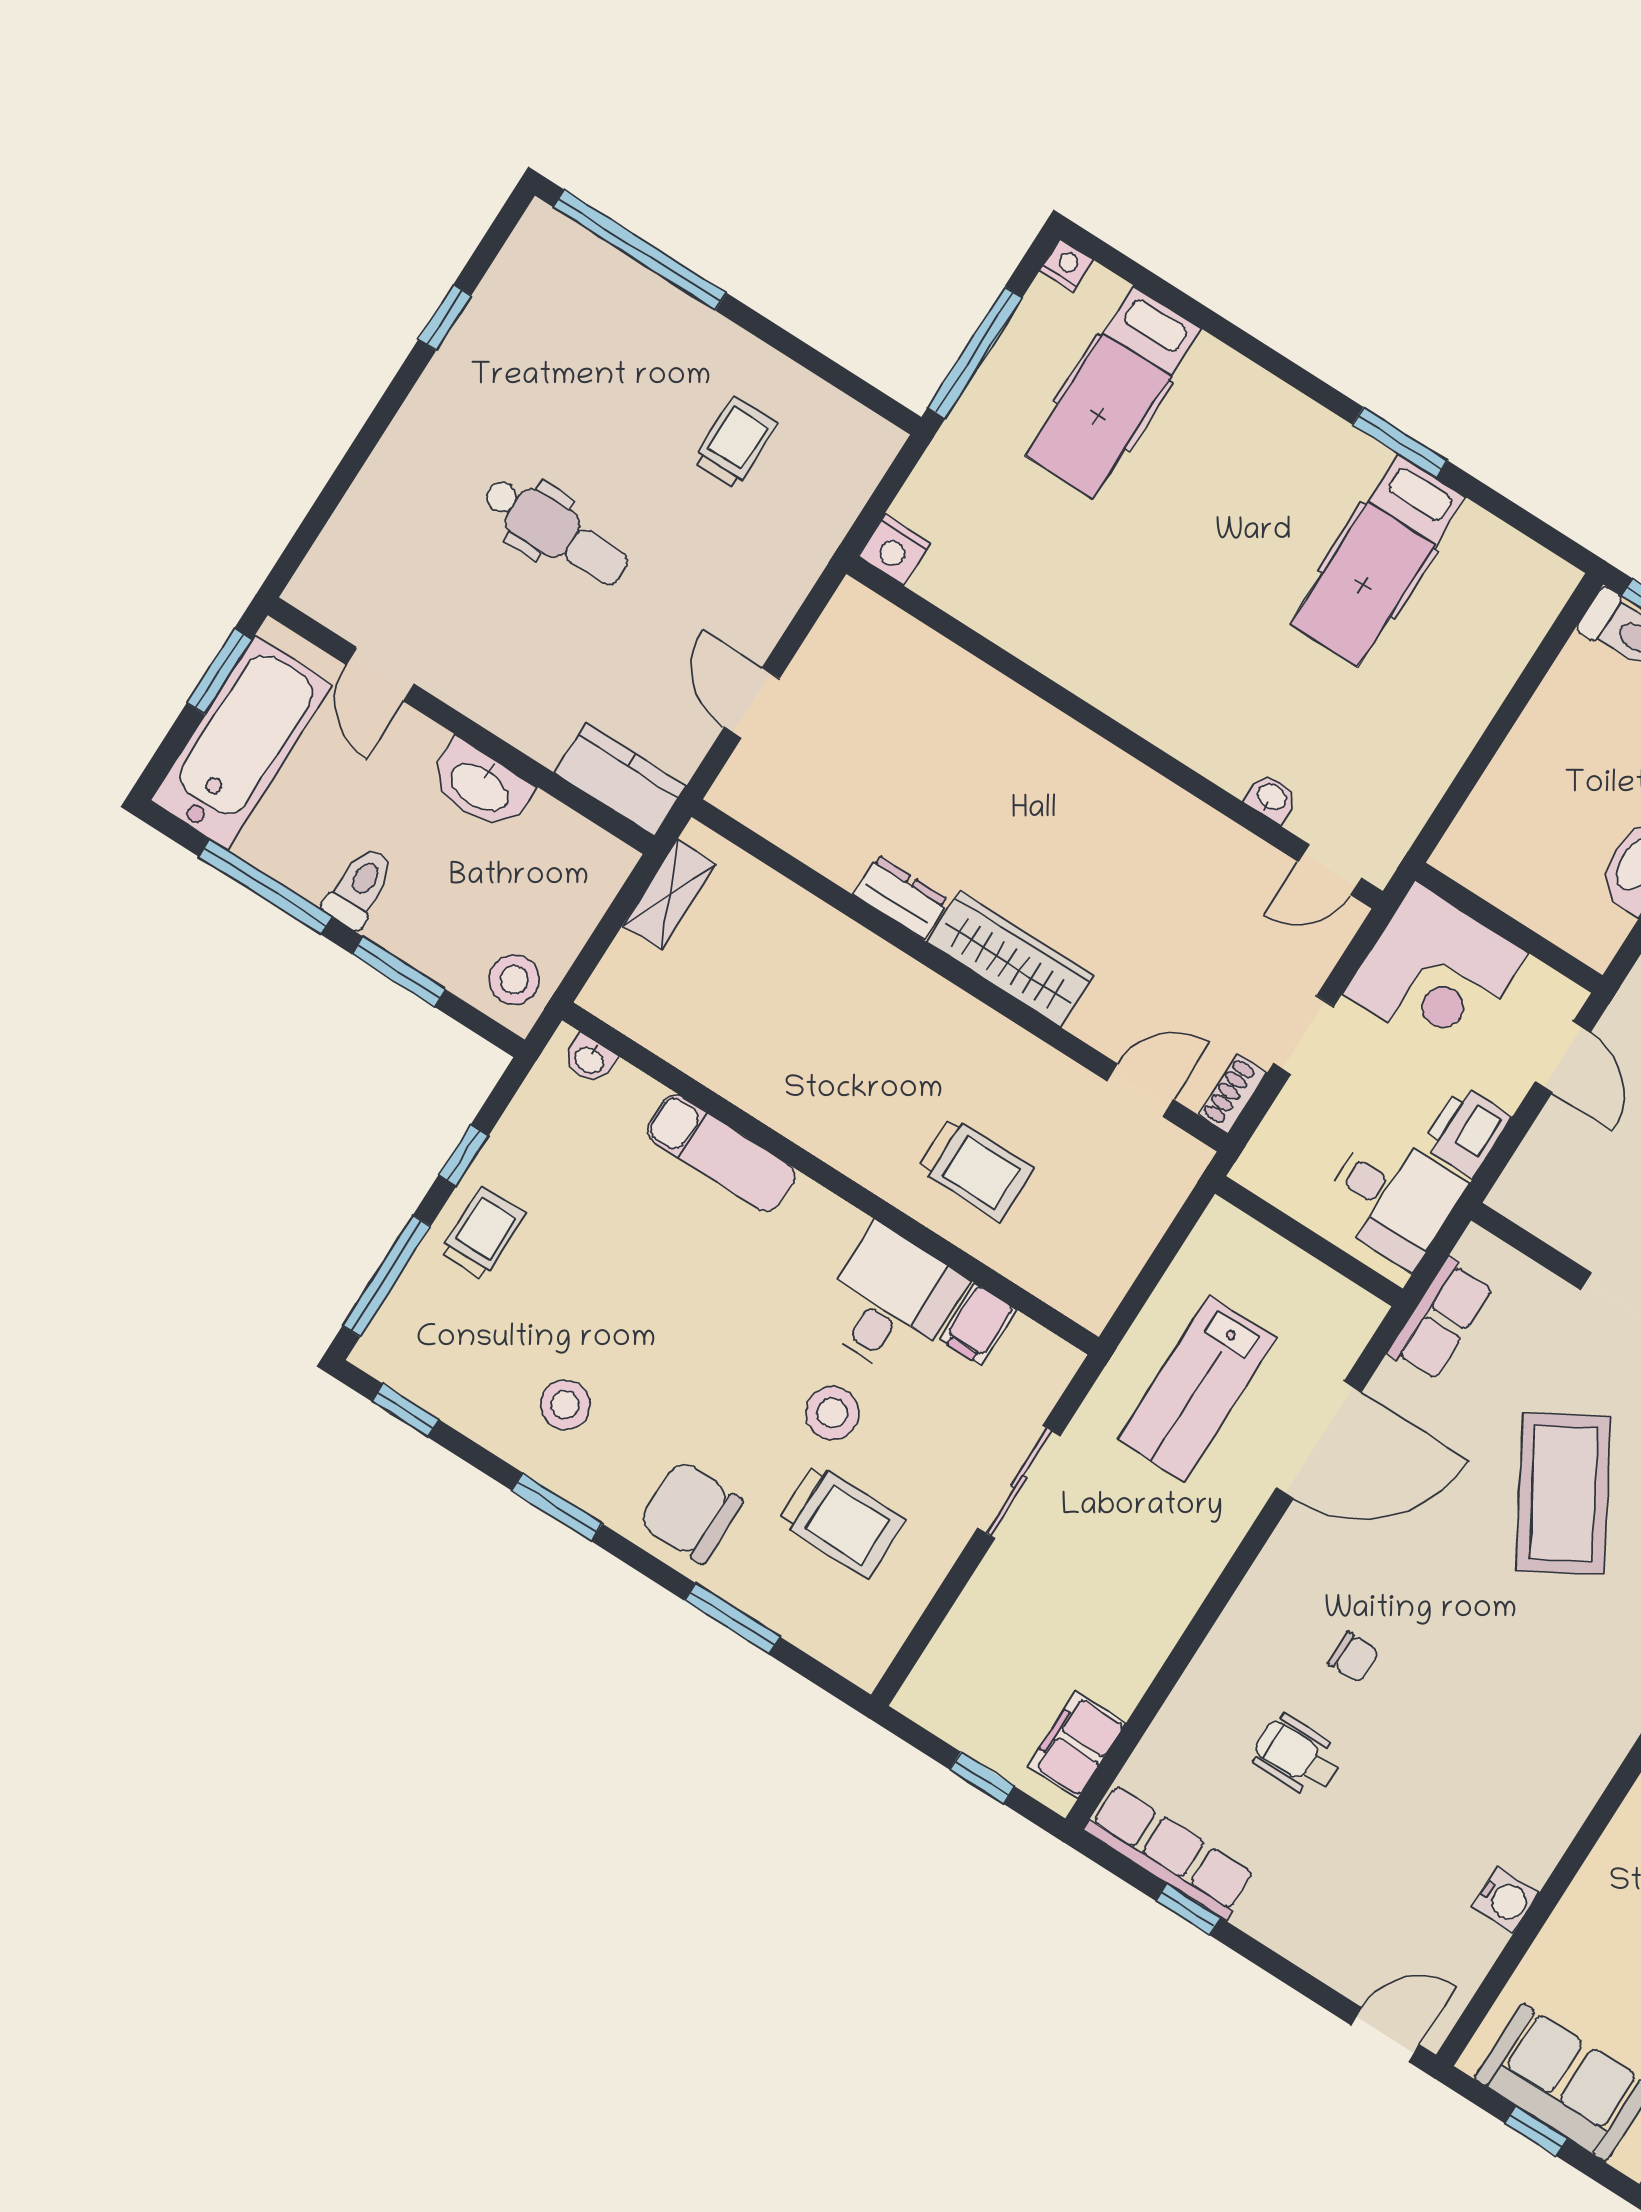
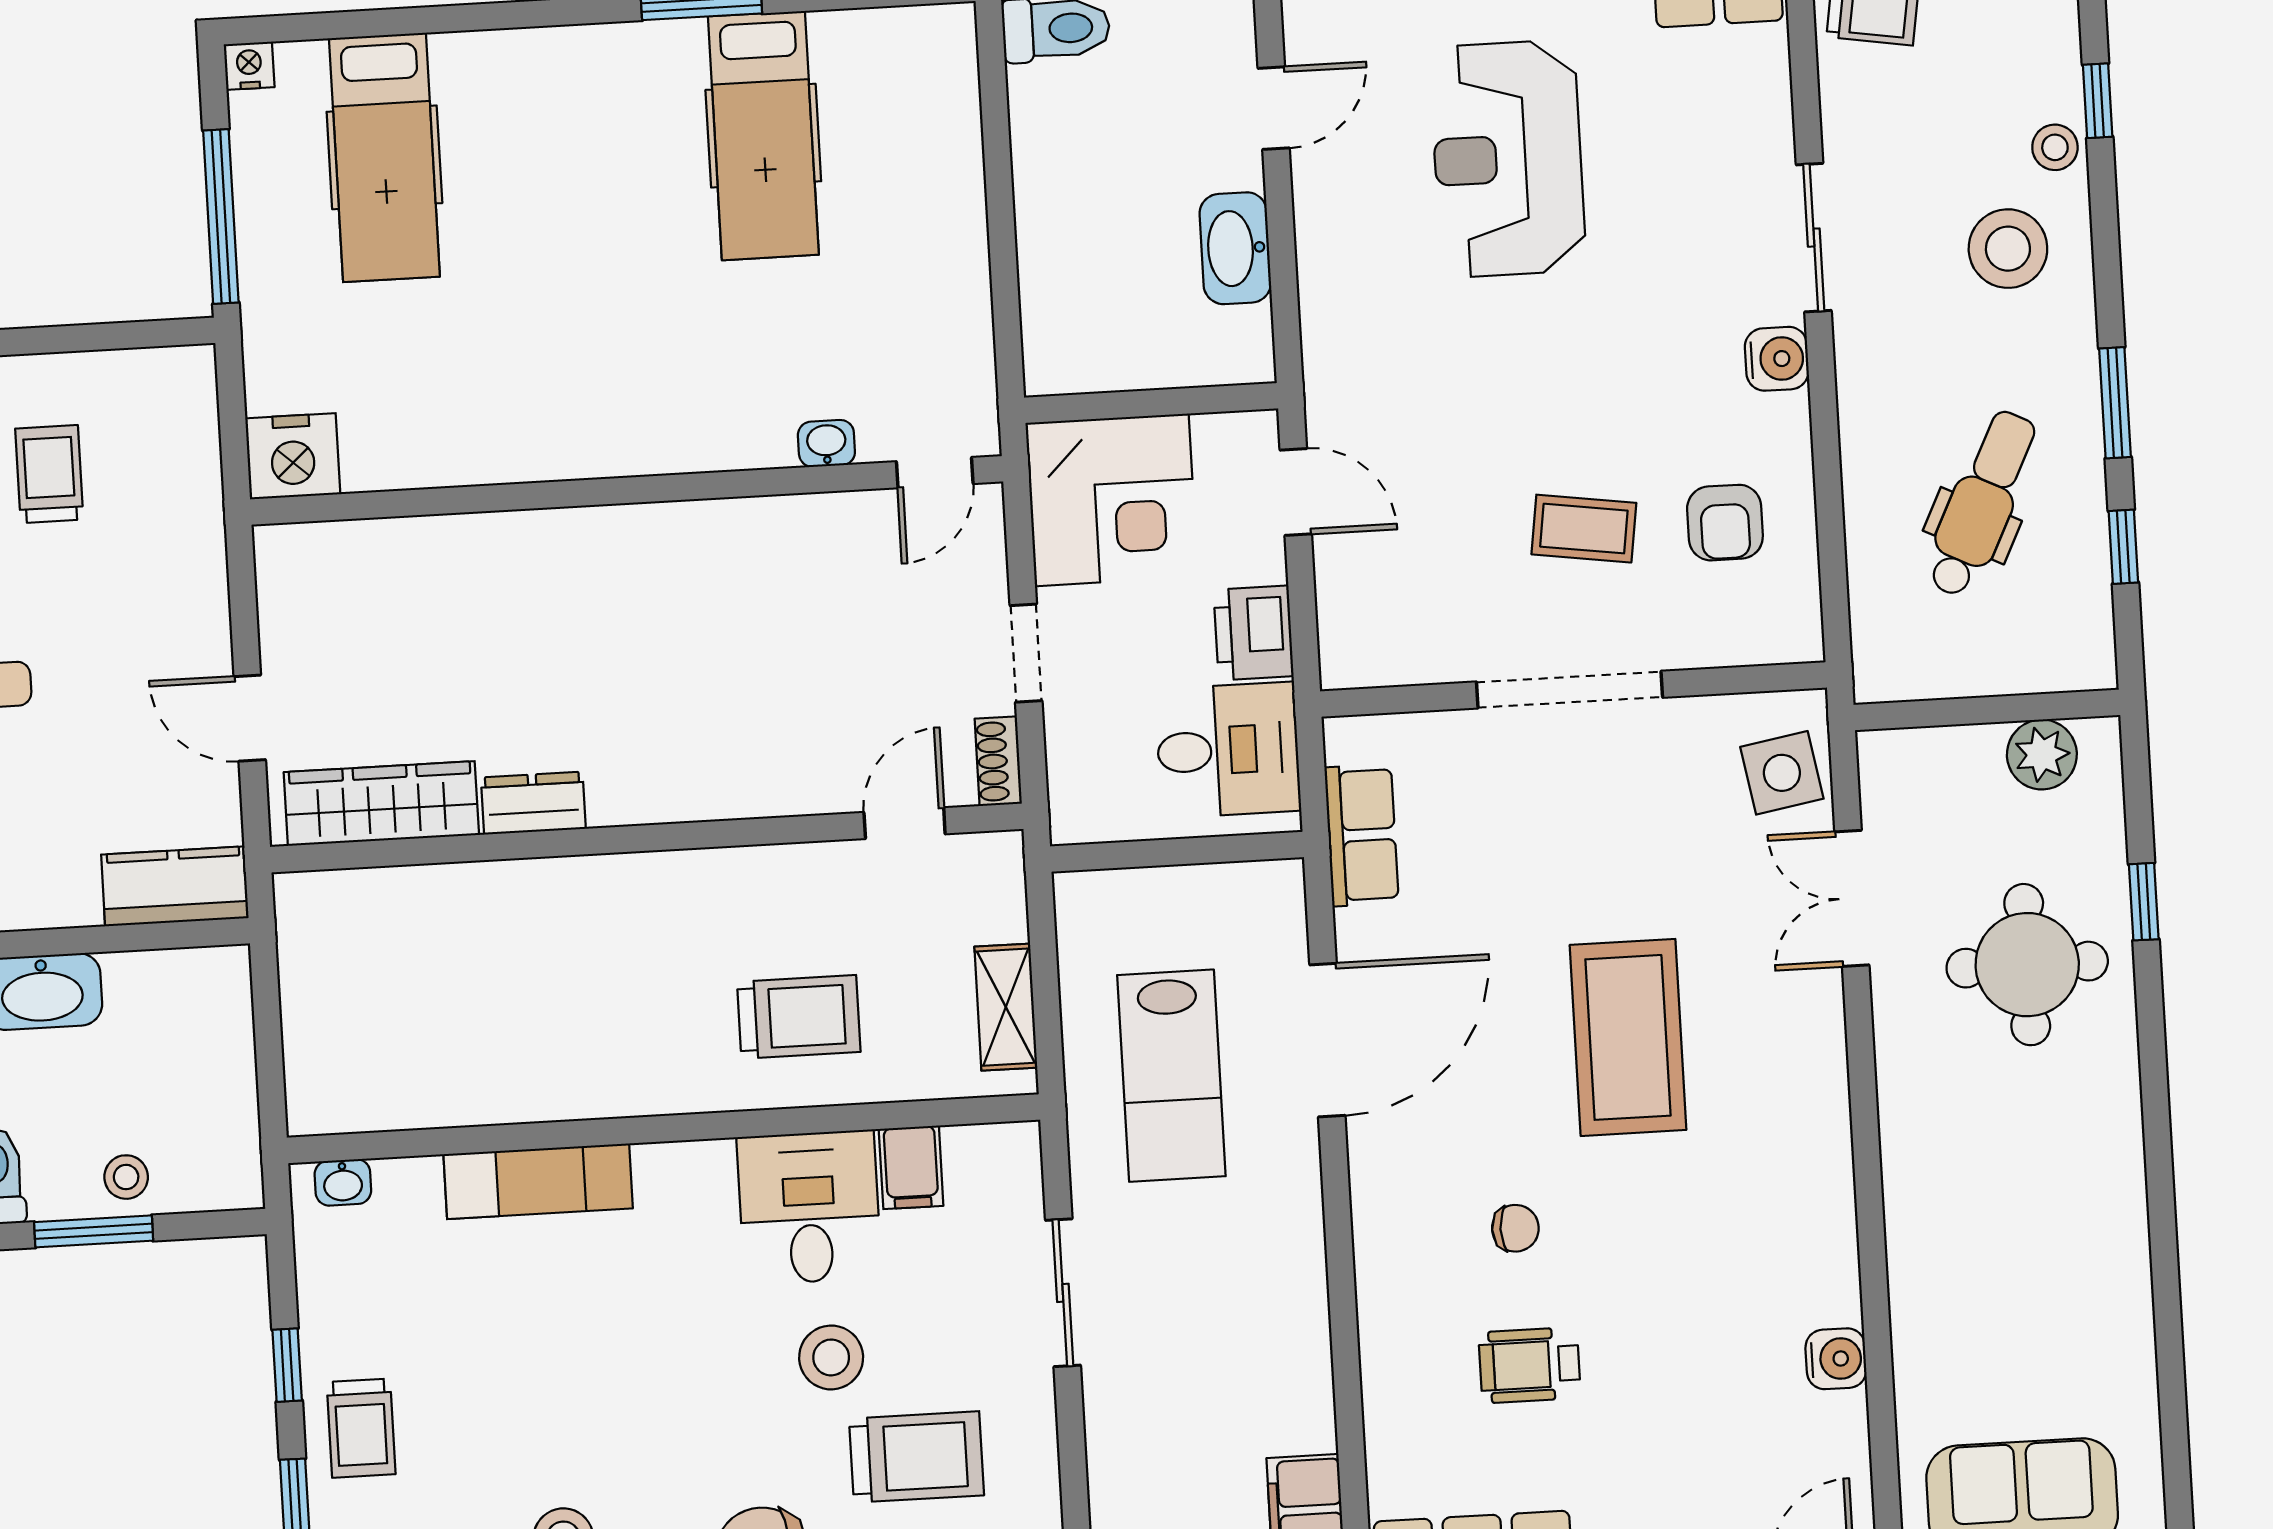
nightstand: (894, 550) -> (293, 456), width x1.36, depth x1.33
shelving: (669, 894) -> (1006, 1007), moved
wardrobe: (1010, 959) -> (381, 804), moved
stool: (514, 980) -> (126, 1177), moved, width x0.73, depth x0.73
trolley: (483, 1233) -> (361, 1428), turned 180
coffee table: (1563, 1493) -> (1628, 1037), moved, turned 30

